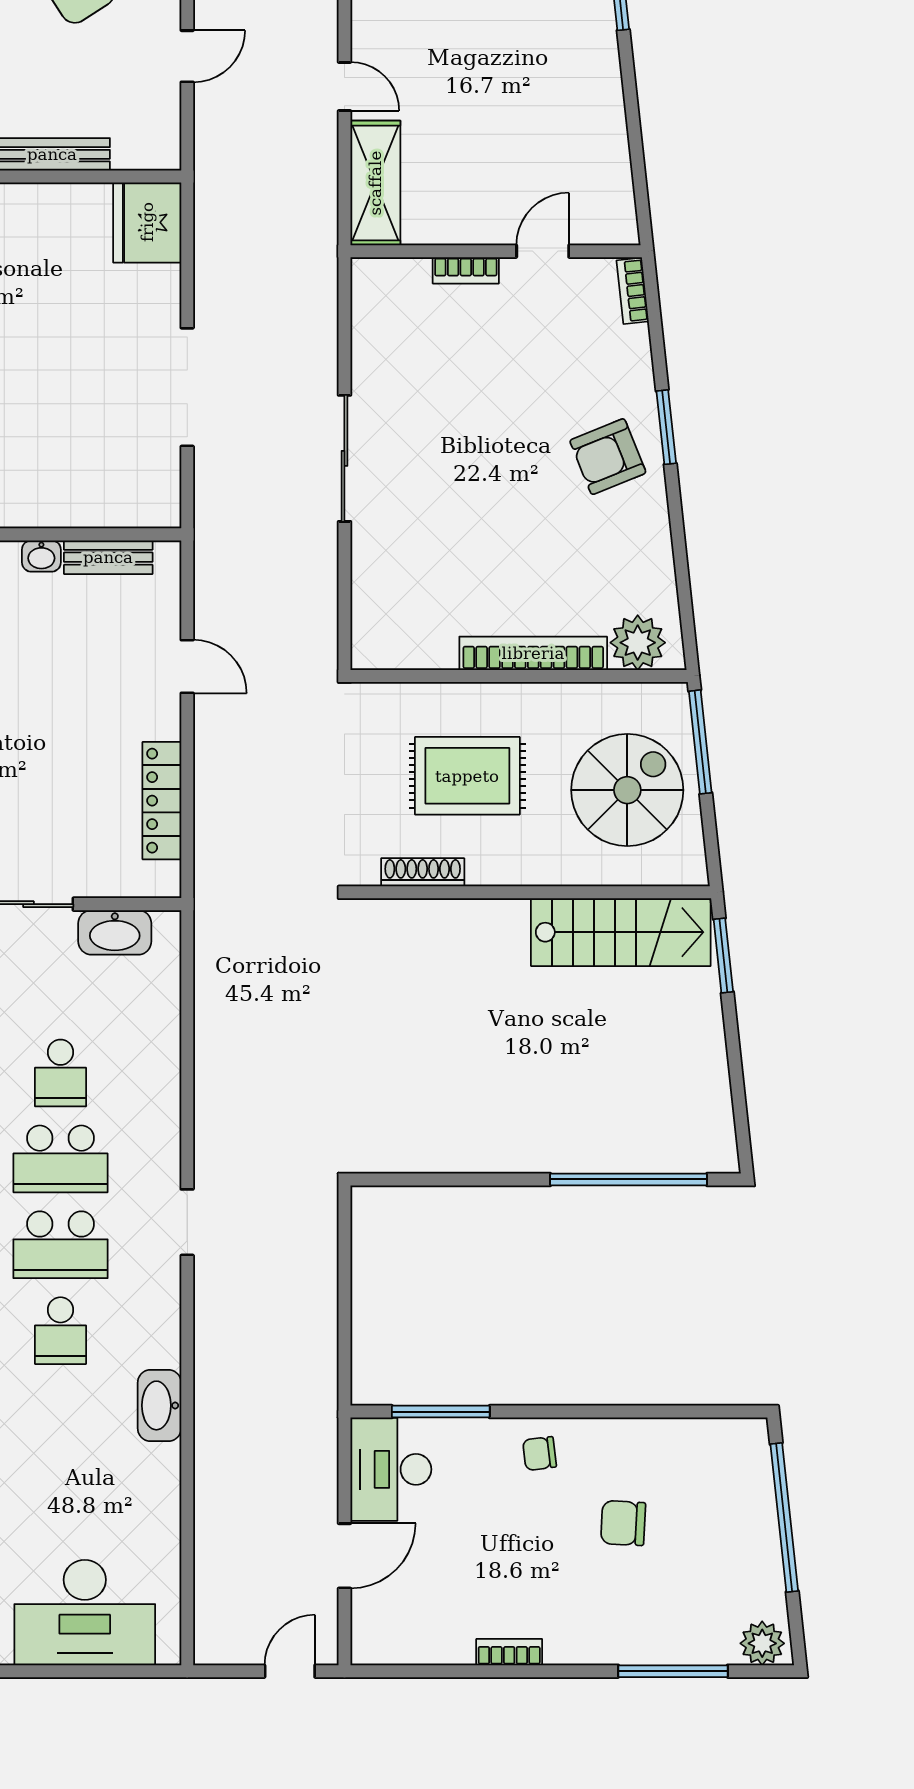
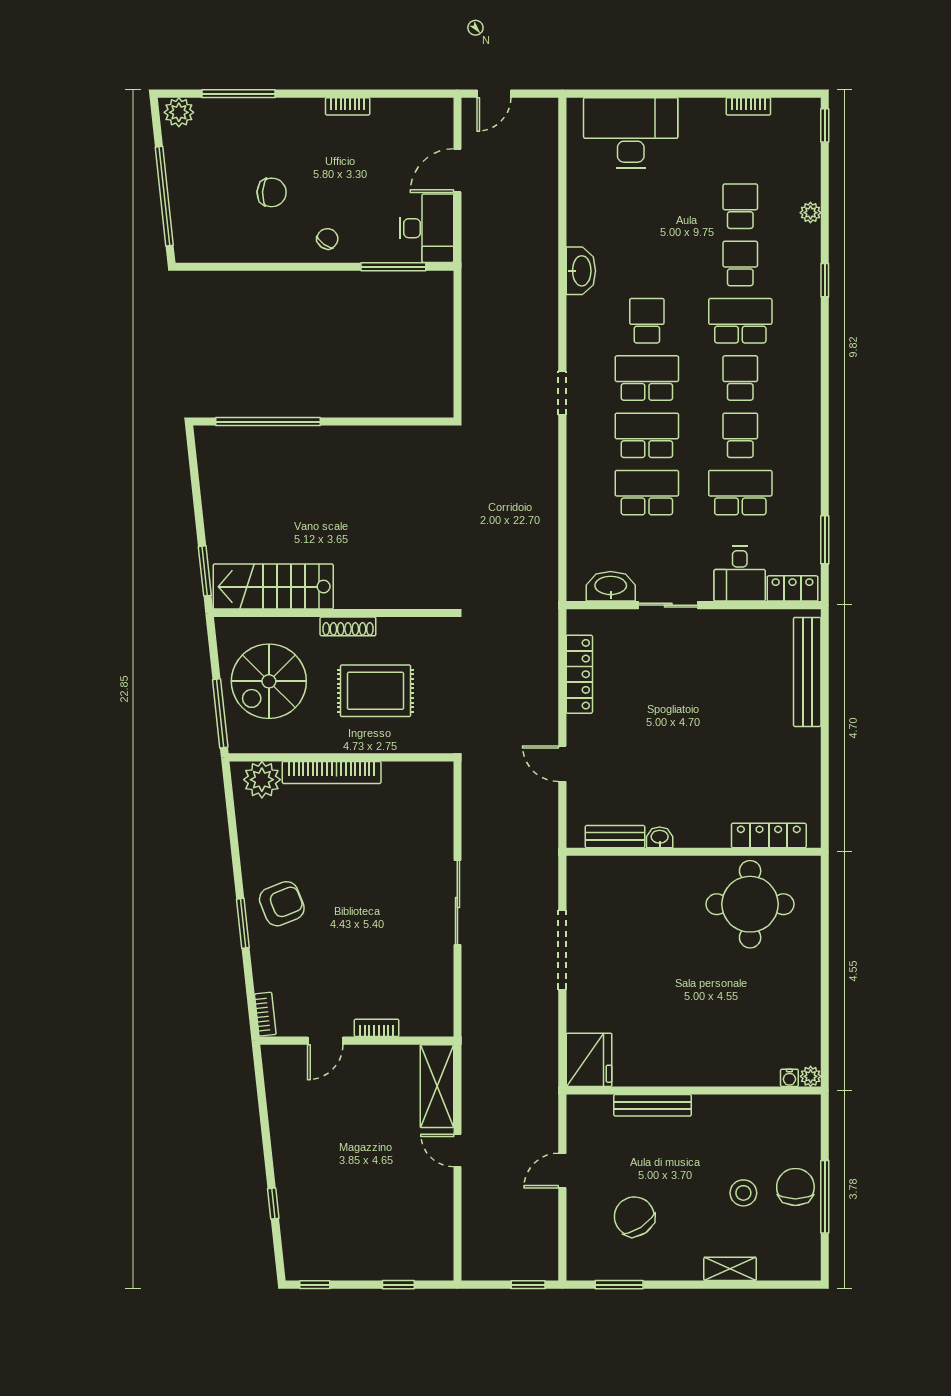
shoe rack: (423, 872) -> (348, 626), moved
school desk: (61, 1073) -> (647, 493), width x1.85
chair: (540, 1454) -> (327, 239), turned -47

